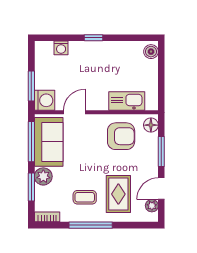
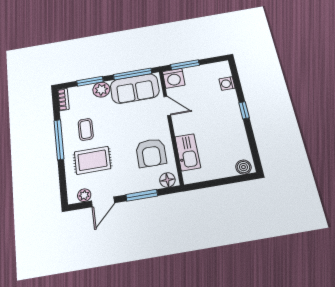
door: (161, 189) -> (103, 202), swing flipped

